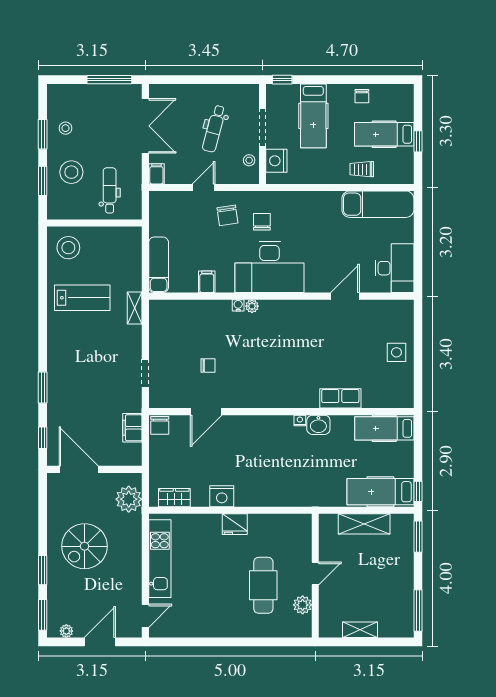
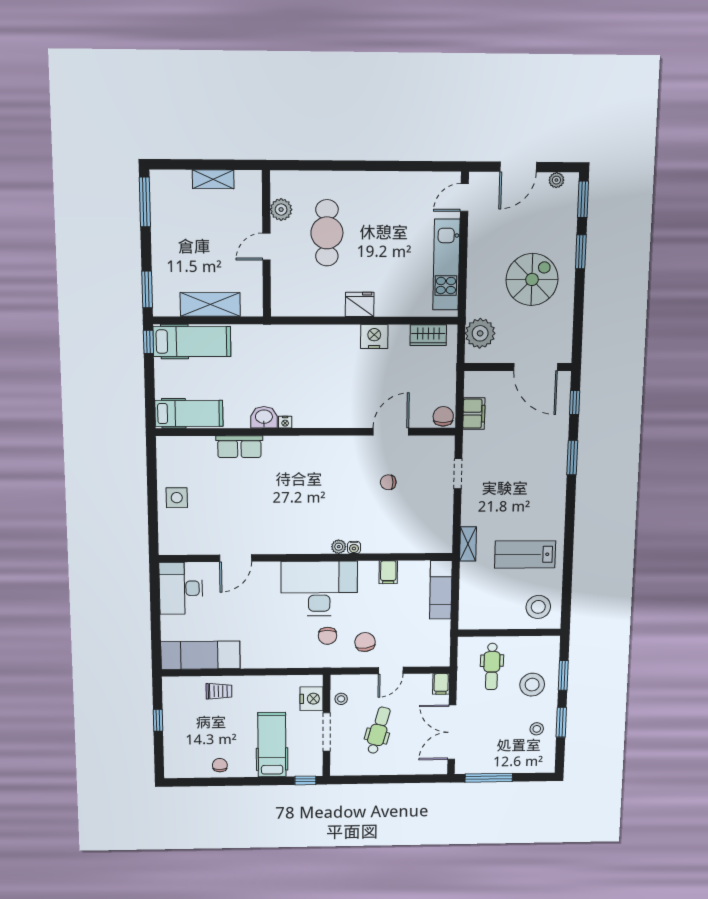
hospital bed: (384, 134) -> (195, 727), removed

